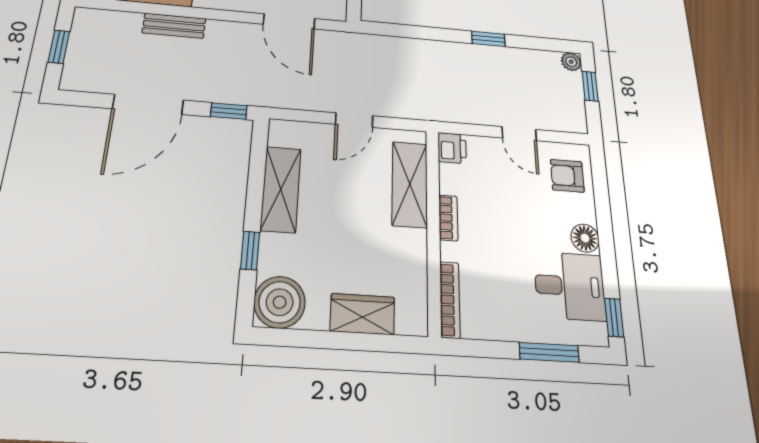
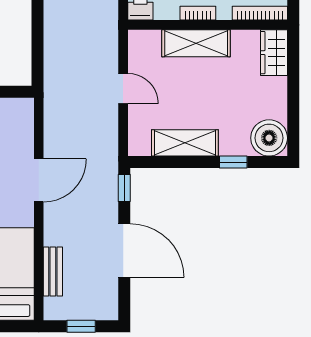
door: (289, 21) -> (39, 180), moved
bench: (174, 26) -> (53, 272), moved
shelving: (410, 184) -> (196, 43), moved
wardrobe: (362, 314) -> (274, 53), moved

